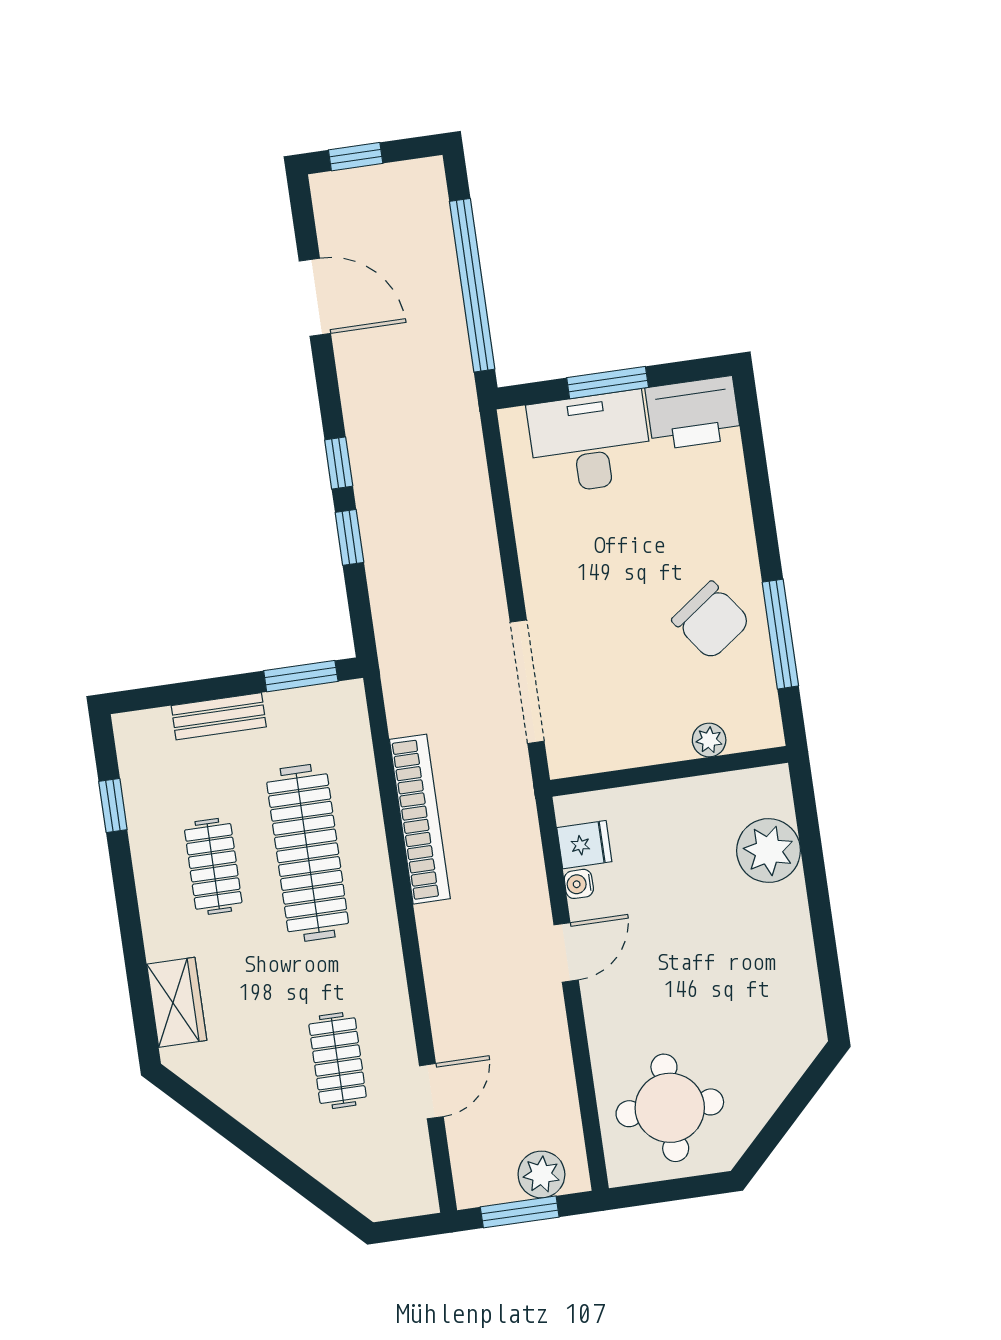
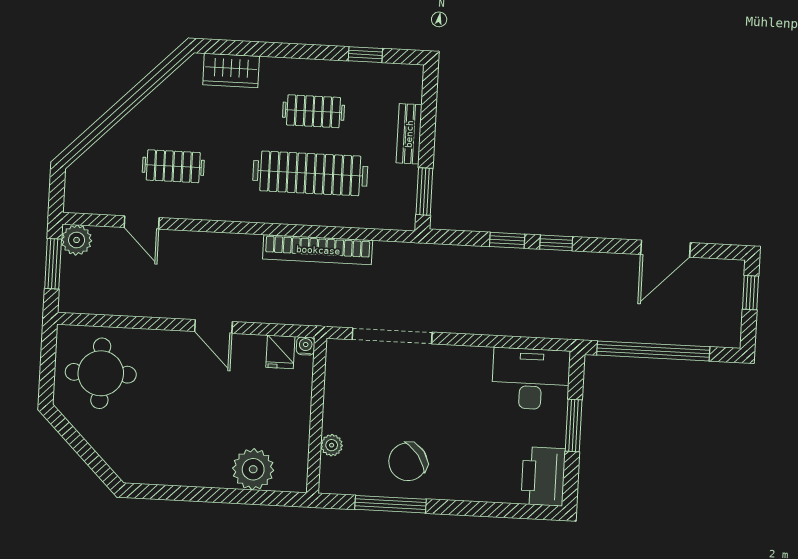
desk: (590, 442) -> (531, 379), moved, turned -90
water cooler: (579, 884) -> (306, 346), moved
plant: (541, 1174) -> (77, 240), moved

